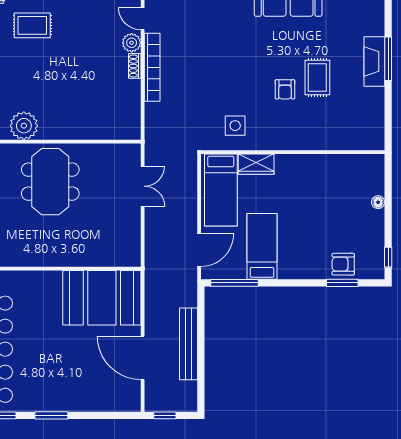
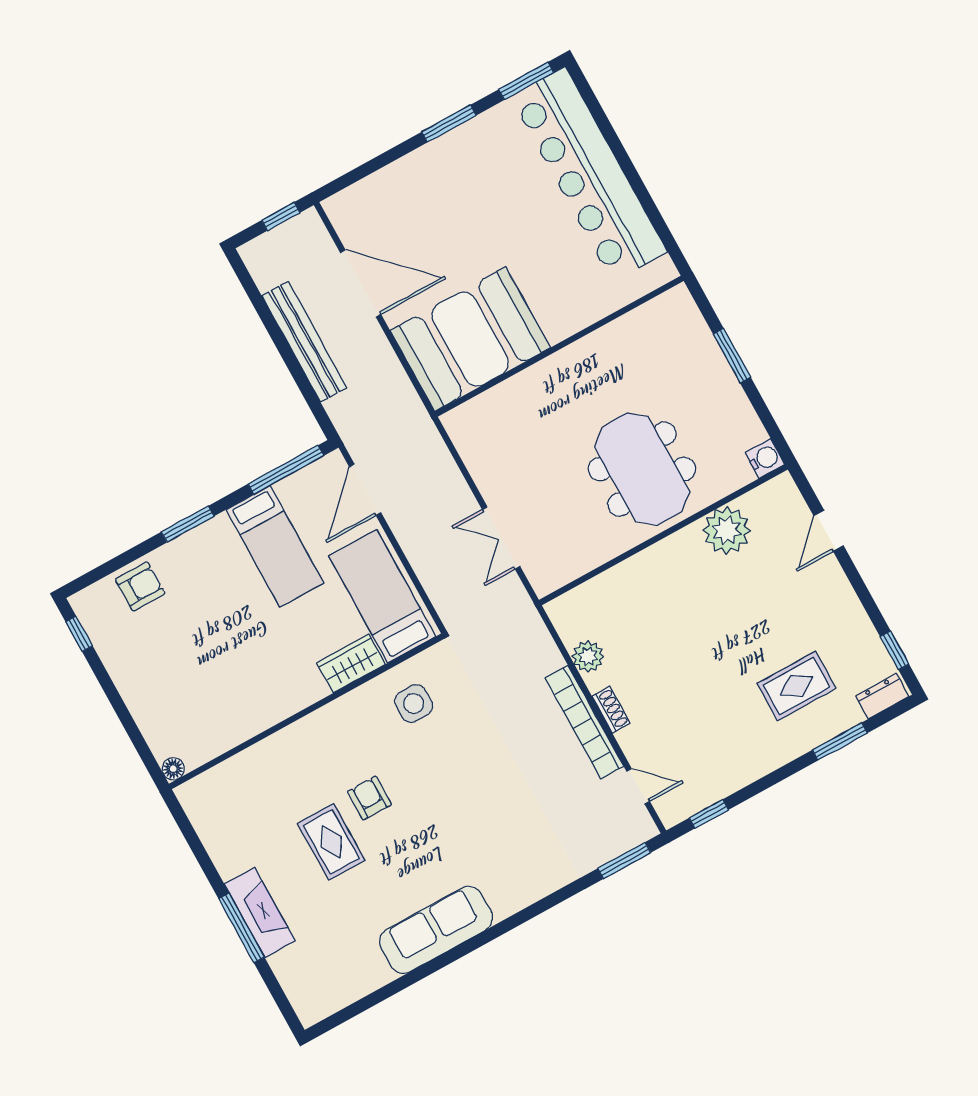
plant: (132, 43) -> (588, 656), moved
floor lamp: (378, 202) -> (173, 769), moved
window: (342, 283) -> (188, 524), moved

